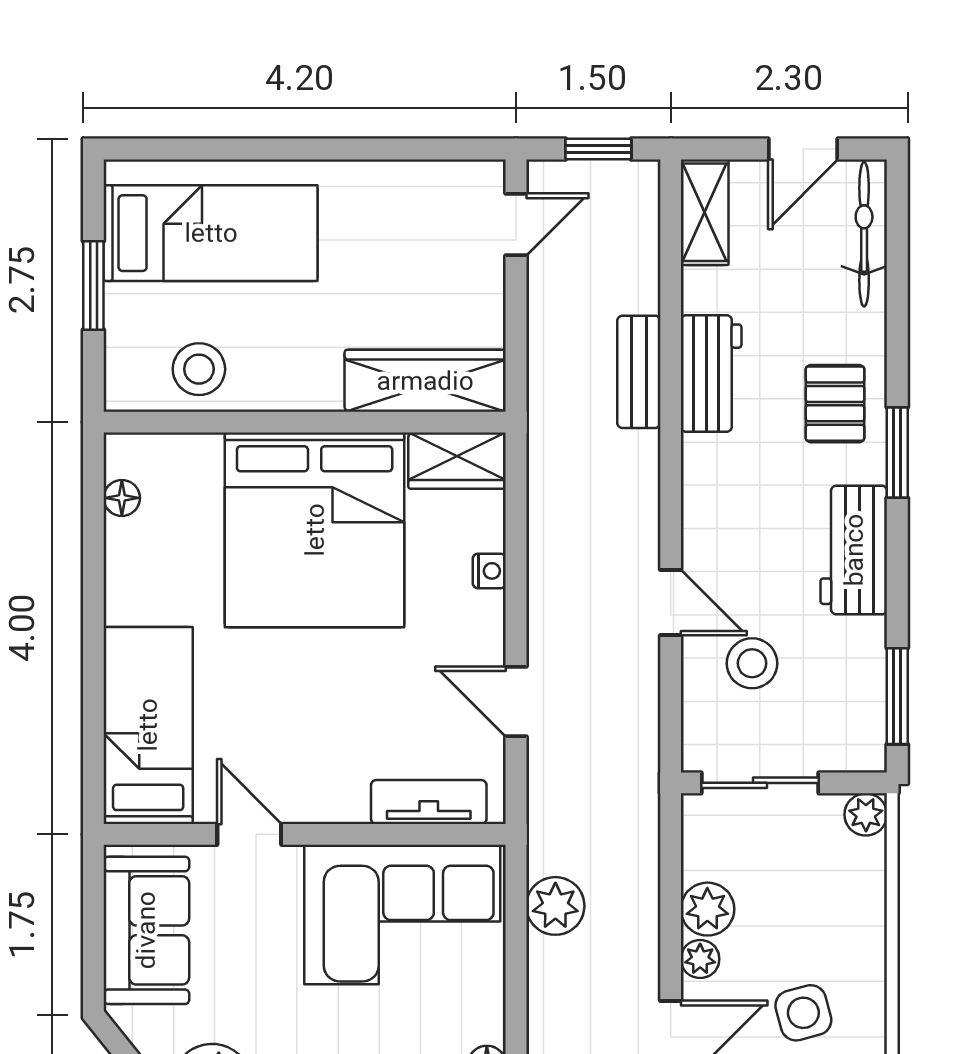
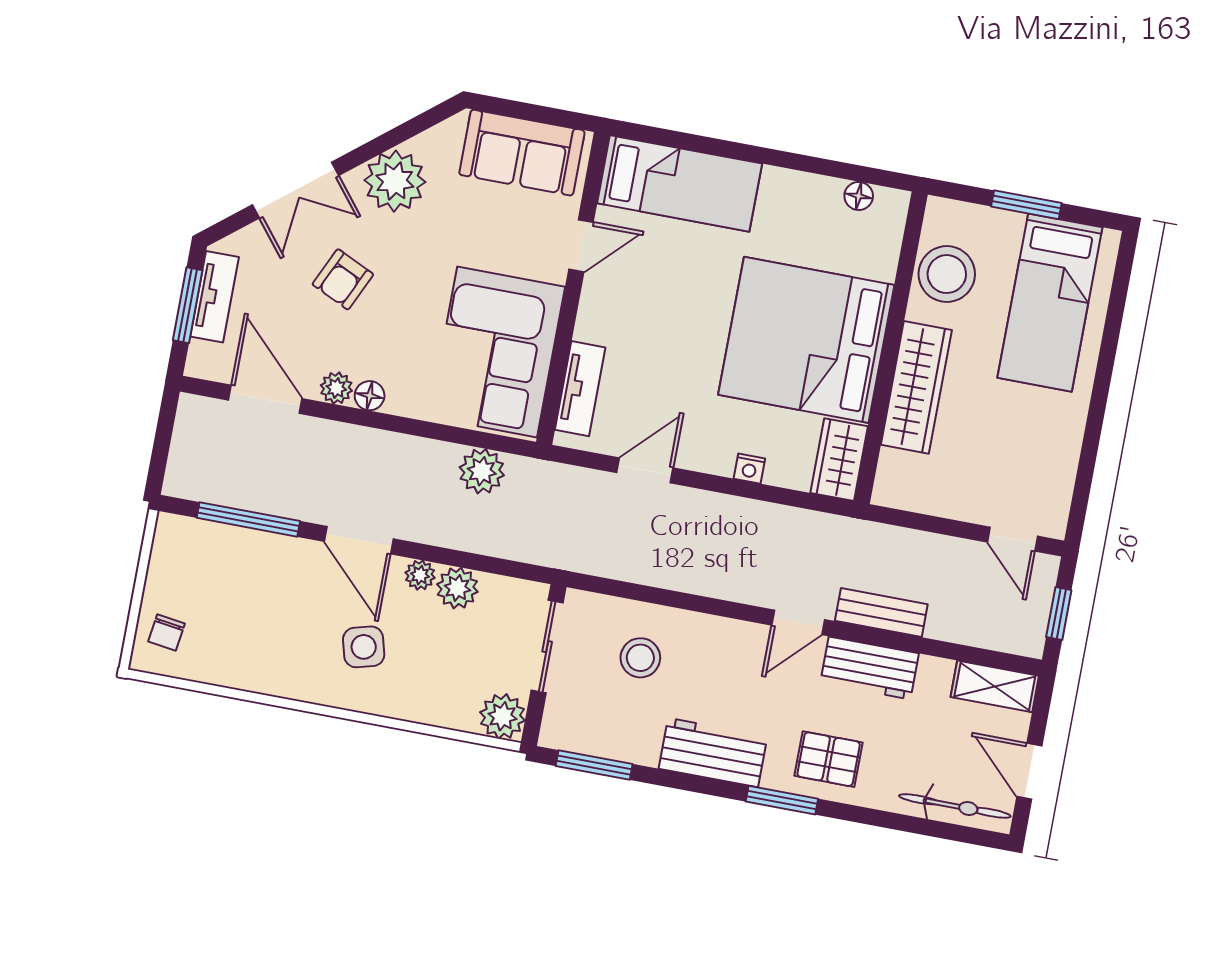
stool: (199, 369) -> (947, 274), width x1.38, depth x1.38
wardrobe: (425, 381) -> (916, 387), moved
door: (671, 603) -> (798, 622), moved
plant: (866, 815) -> (502, 716), width x1.38, depth x1.38

